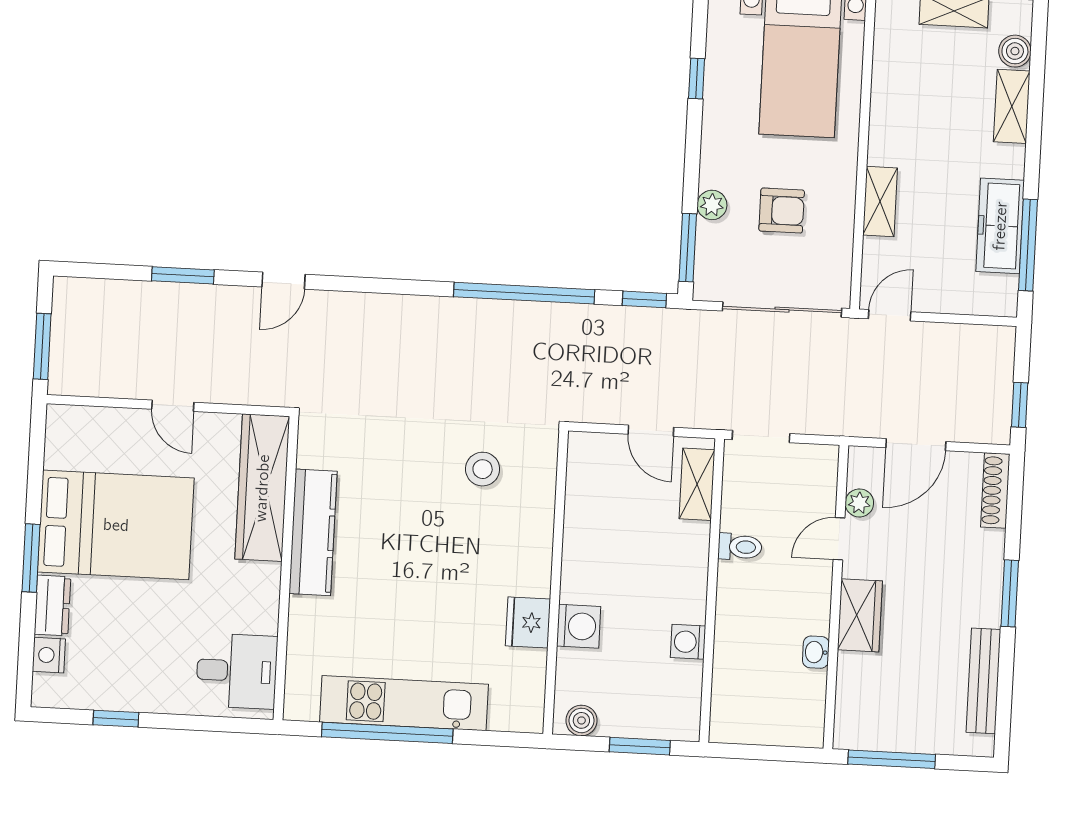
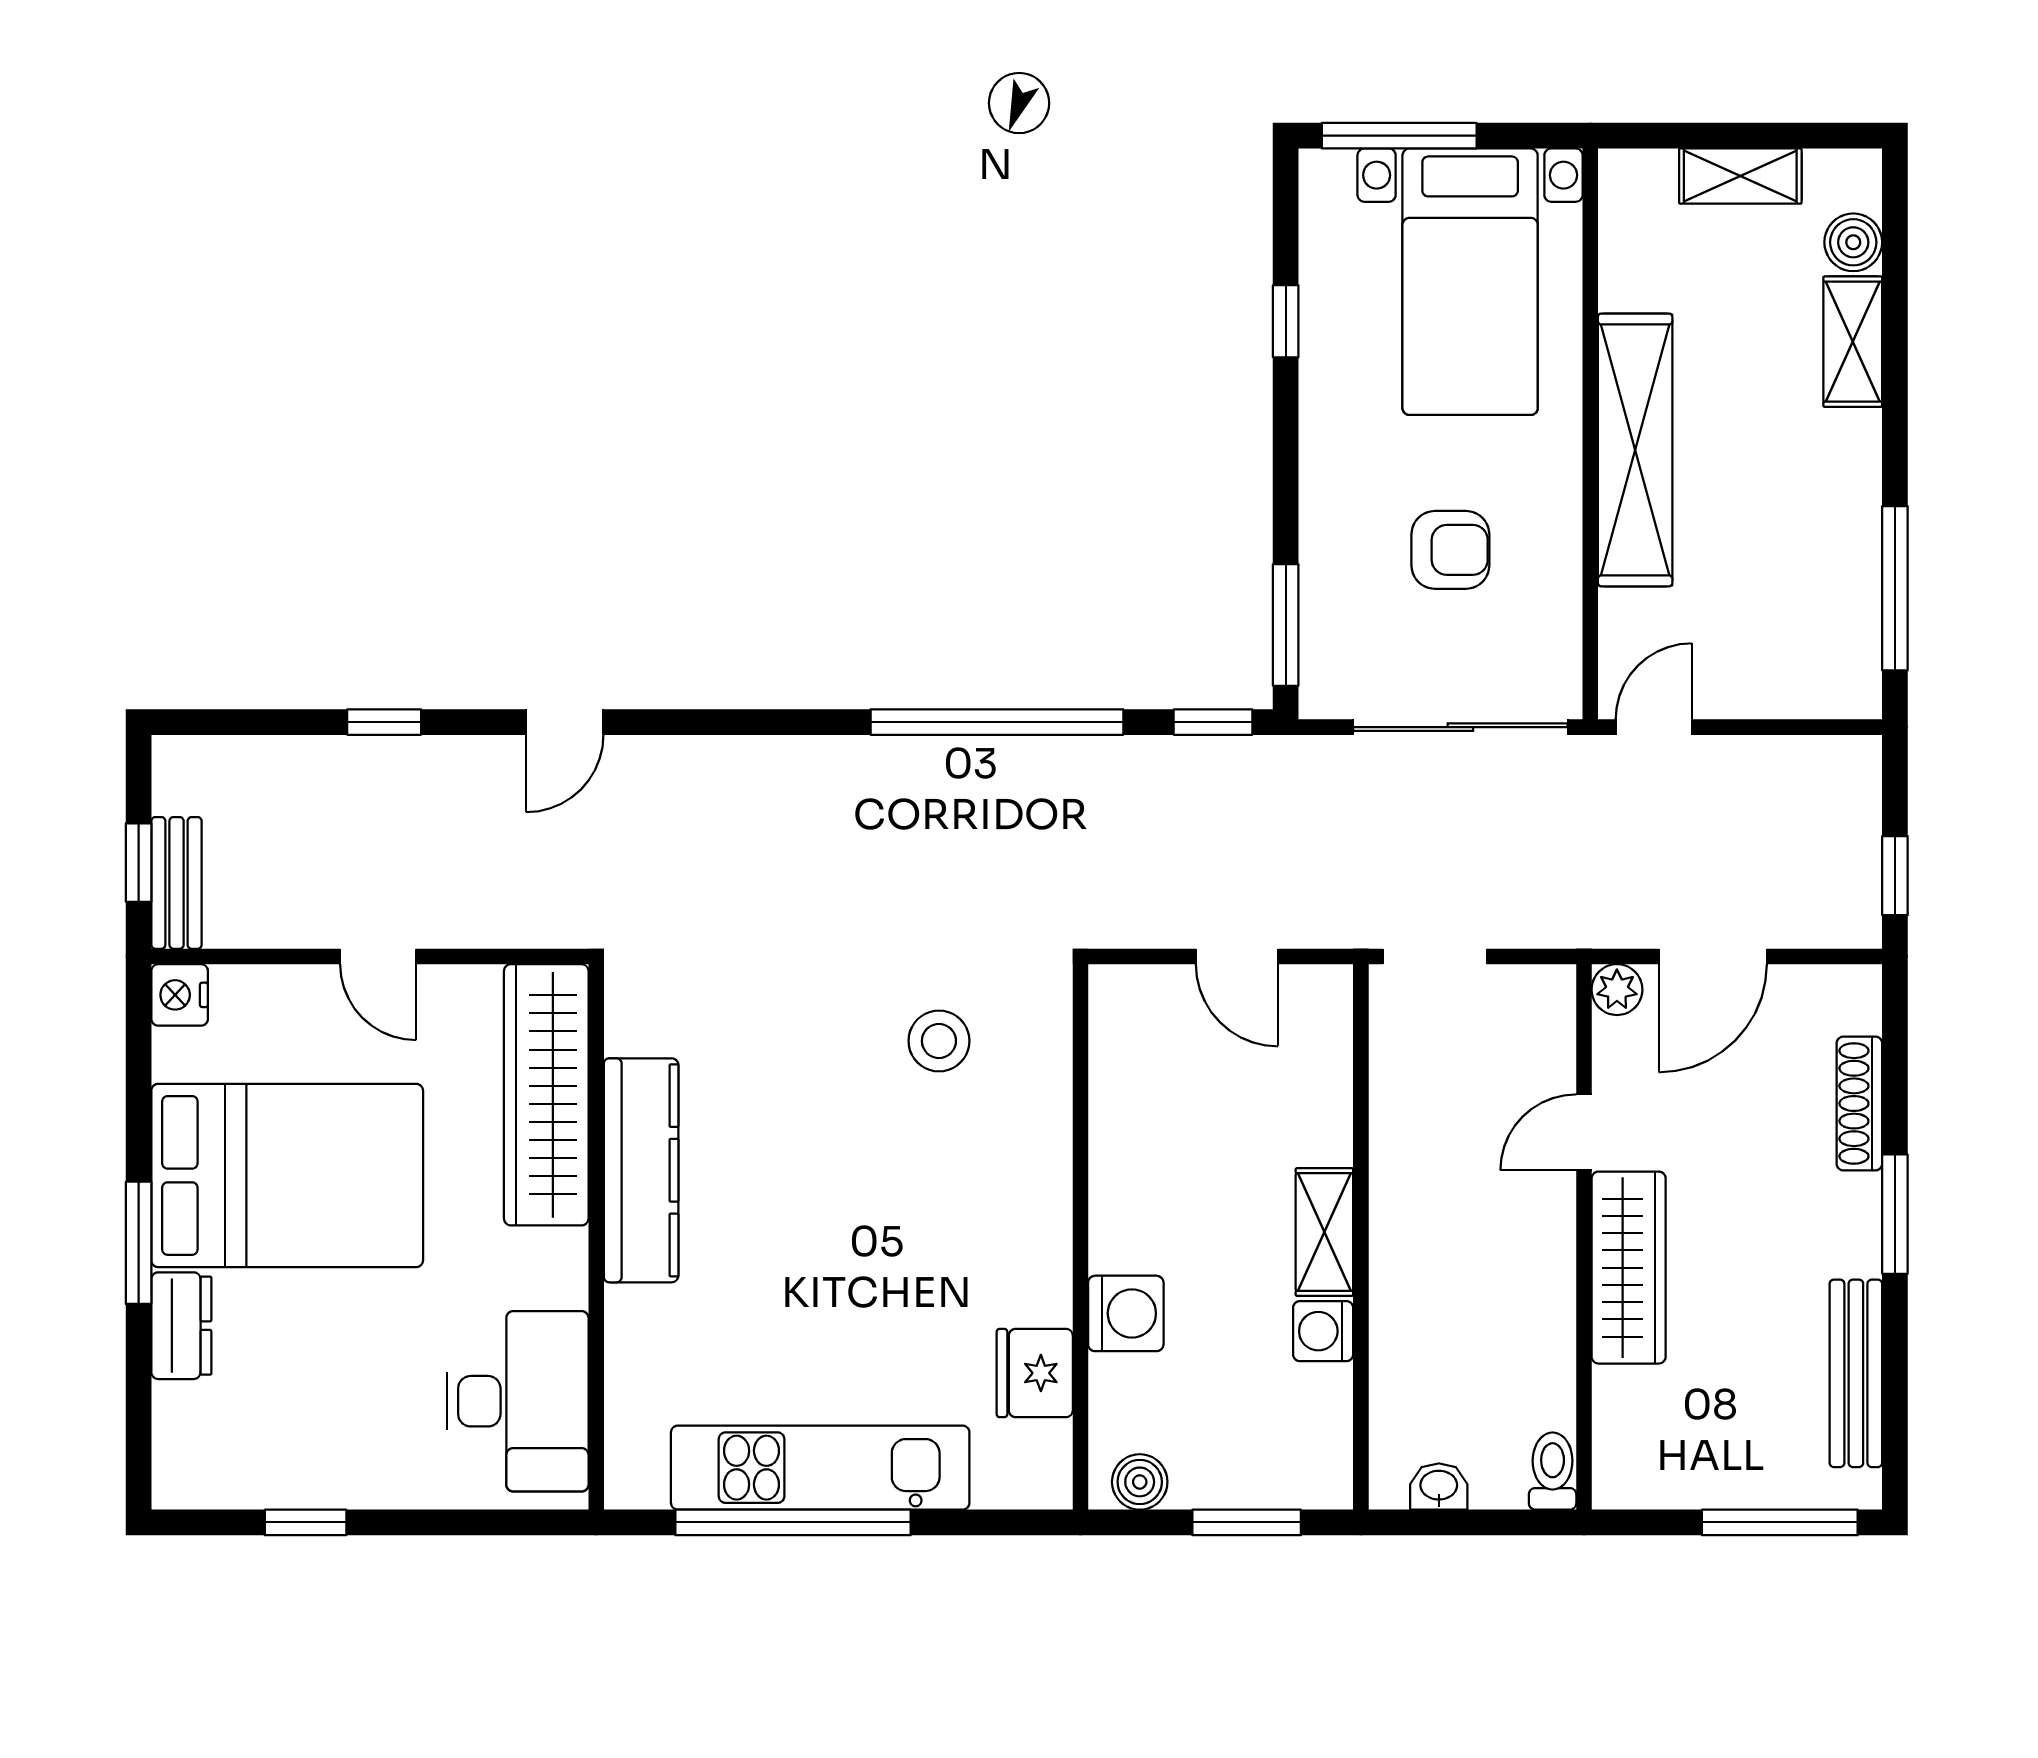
shelving: (880, 201) -> (1635, 450), width x2.20, depth x1.33
plant: (712, 205) -> (1325, 546), removed
freezer: (1000, 226) -> (1843, 557), removed
window: (183, 275) -> (384, 722), width x0.67
window: (42, 346) -> (139, 863), width x0.67
bench: (63, 359) -> (177, 883), added
shelving: (697, 484) -> (1324, 1232), moved
shoe rack: (995, 490) -> (1859, 1103), moved
plant: (859, 503) -> (1617, 990), moved
toilet: (740, 547) -> (1553, 1471), moved, turned -90
wardrobe: (860, 615) -> (1629, 1268), width x1.50
fridge: (528, 622) -> (1035, 1373), moved
washbasin: (816, 652) -> (1439, 1487), moved, turned 90
nightstand: (49, 655) -> (180, 995), moved
desk: (237, 671) -> (518, 1401), width x1.37
window: (892, 759) -> (1780, 1522), moved

